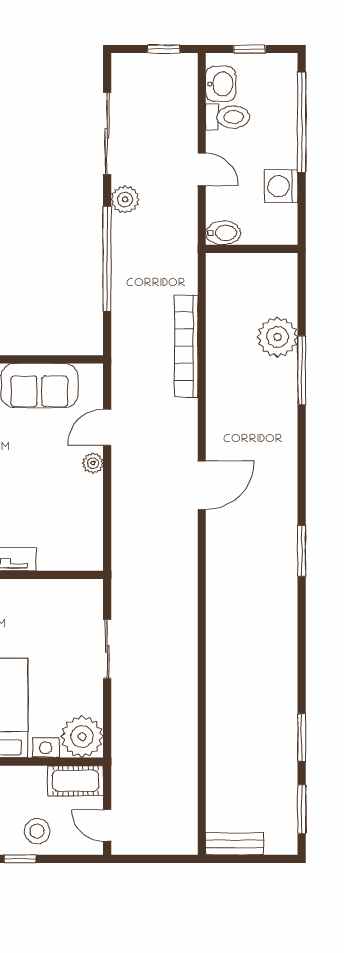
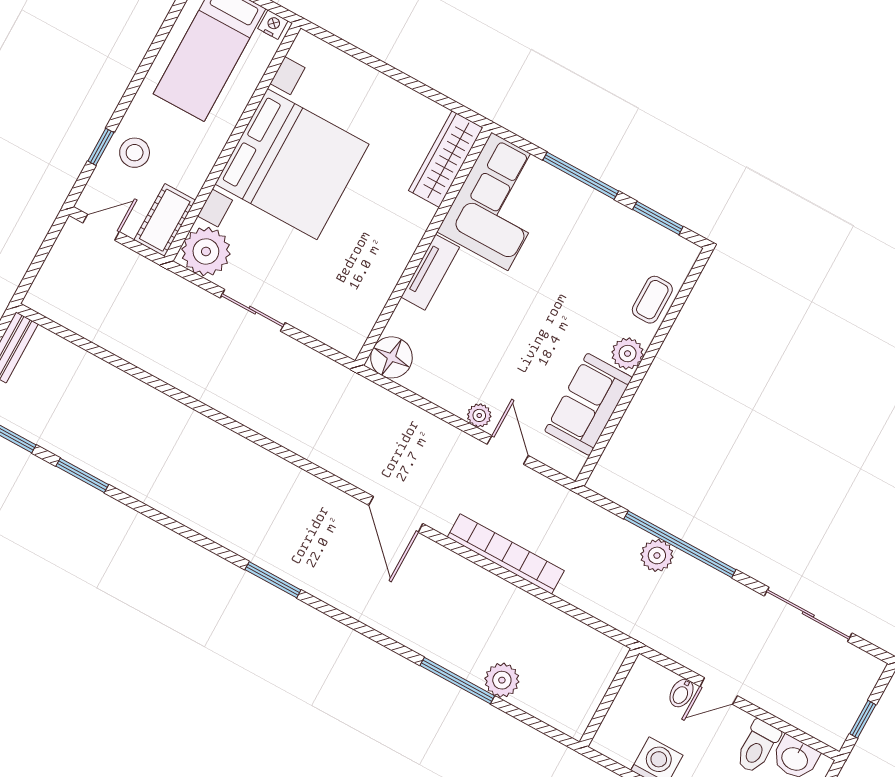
plant: (125, 199) -> (657, 555), moved
bidet: (223, 233) -> (681, 693), moved, width x0.72, depth x0.74
plant: (277, 337) -> (502, 680), width x0.73, depth x0.73
bookcase: (186, 346) -> (506, 554), moved
floor lamp: (85, 553) -> (391, 357), added
sliding door: (107, 649) -> (253, 310), moved
window: (20, 859) -> (101, 147), moved

